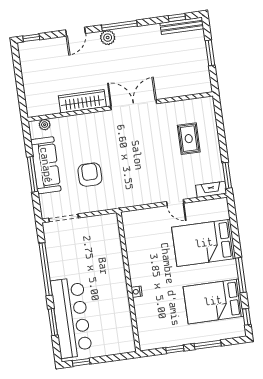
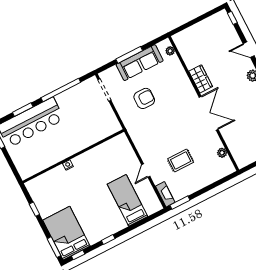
wardrobe: (82, 101) -> (201, 79), width x0.67
plant: (186, 105) -> (222, 153), added
rug: (189, 139) -> (181, 161), moved
bed: (204, 243) -> (127, 200), width x0.67
window: (241, 275) -> (108, 240), width x0.46
bed: (213, 301) -> (66, 233), moved
window: (208, 345) -> (54, 247), moved

